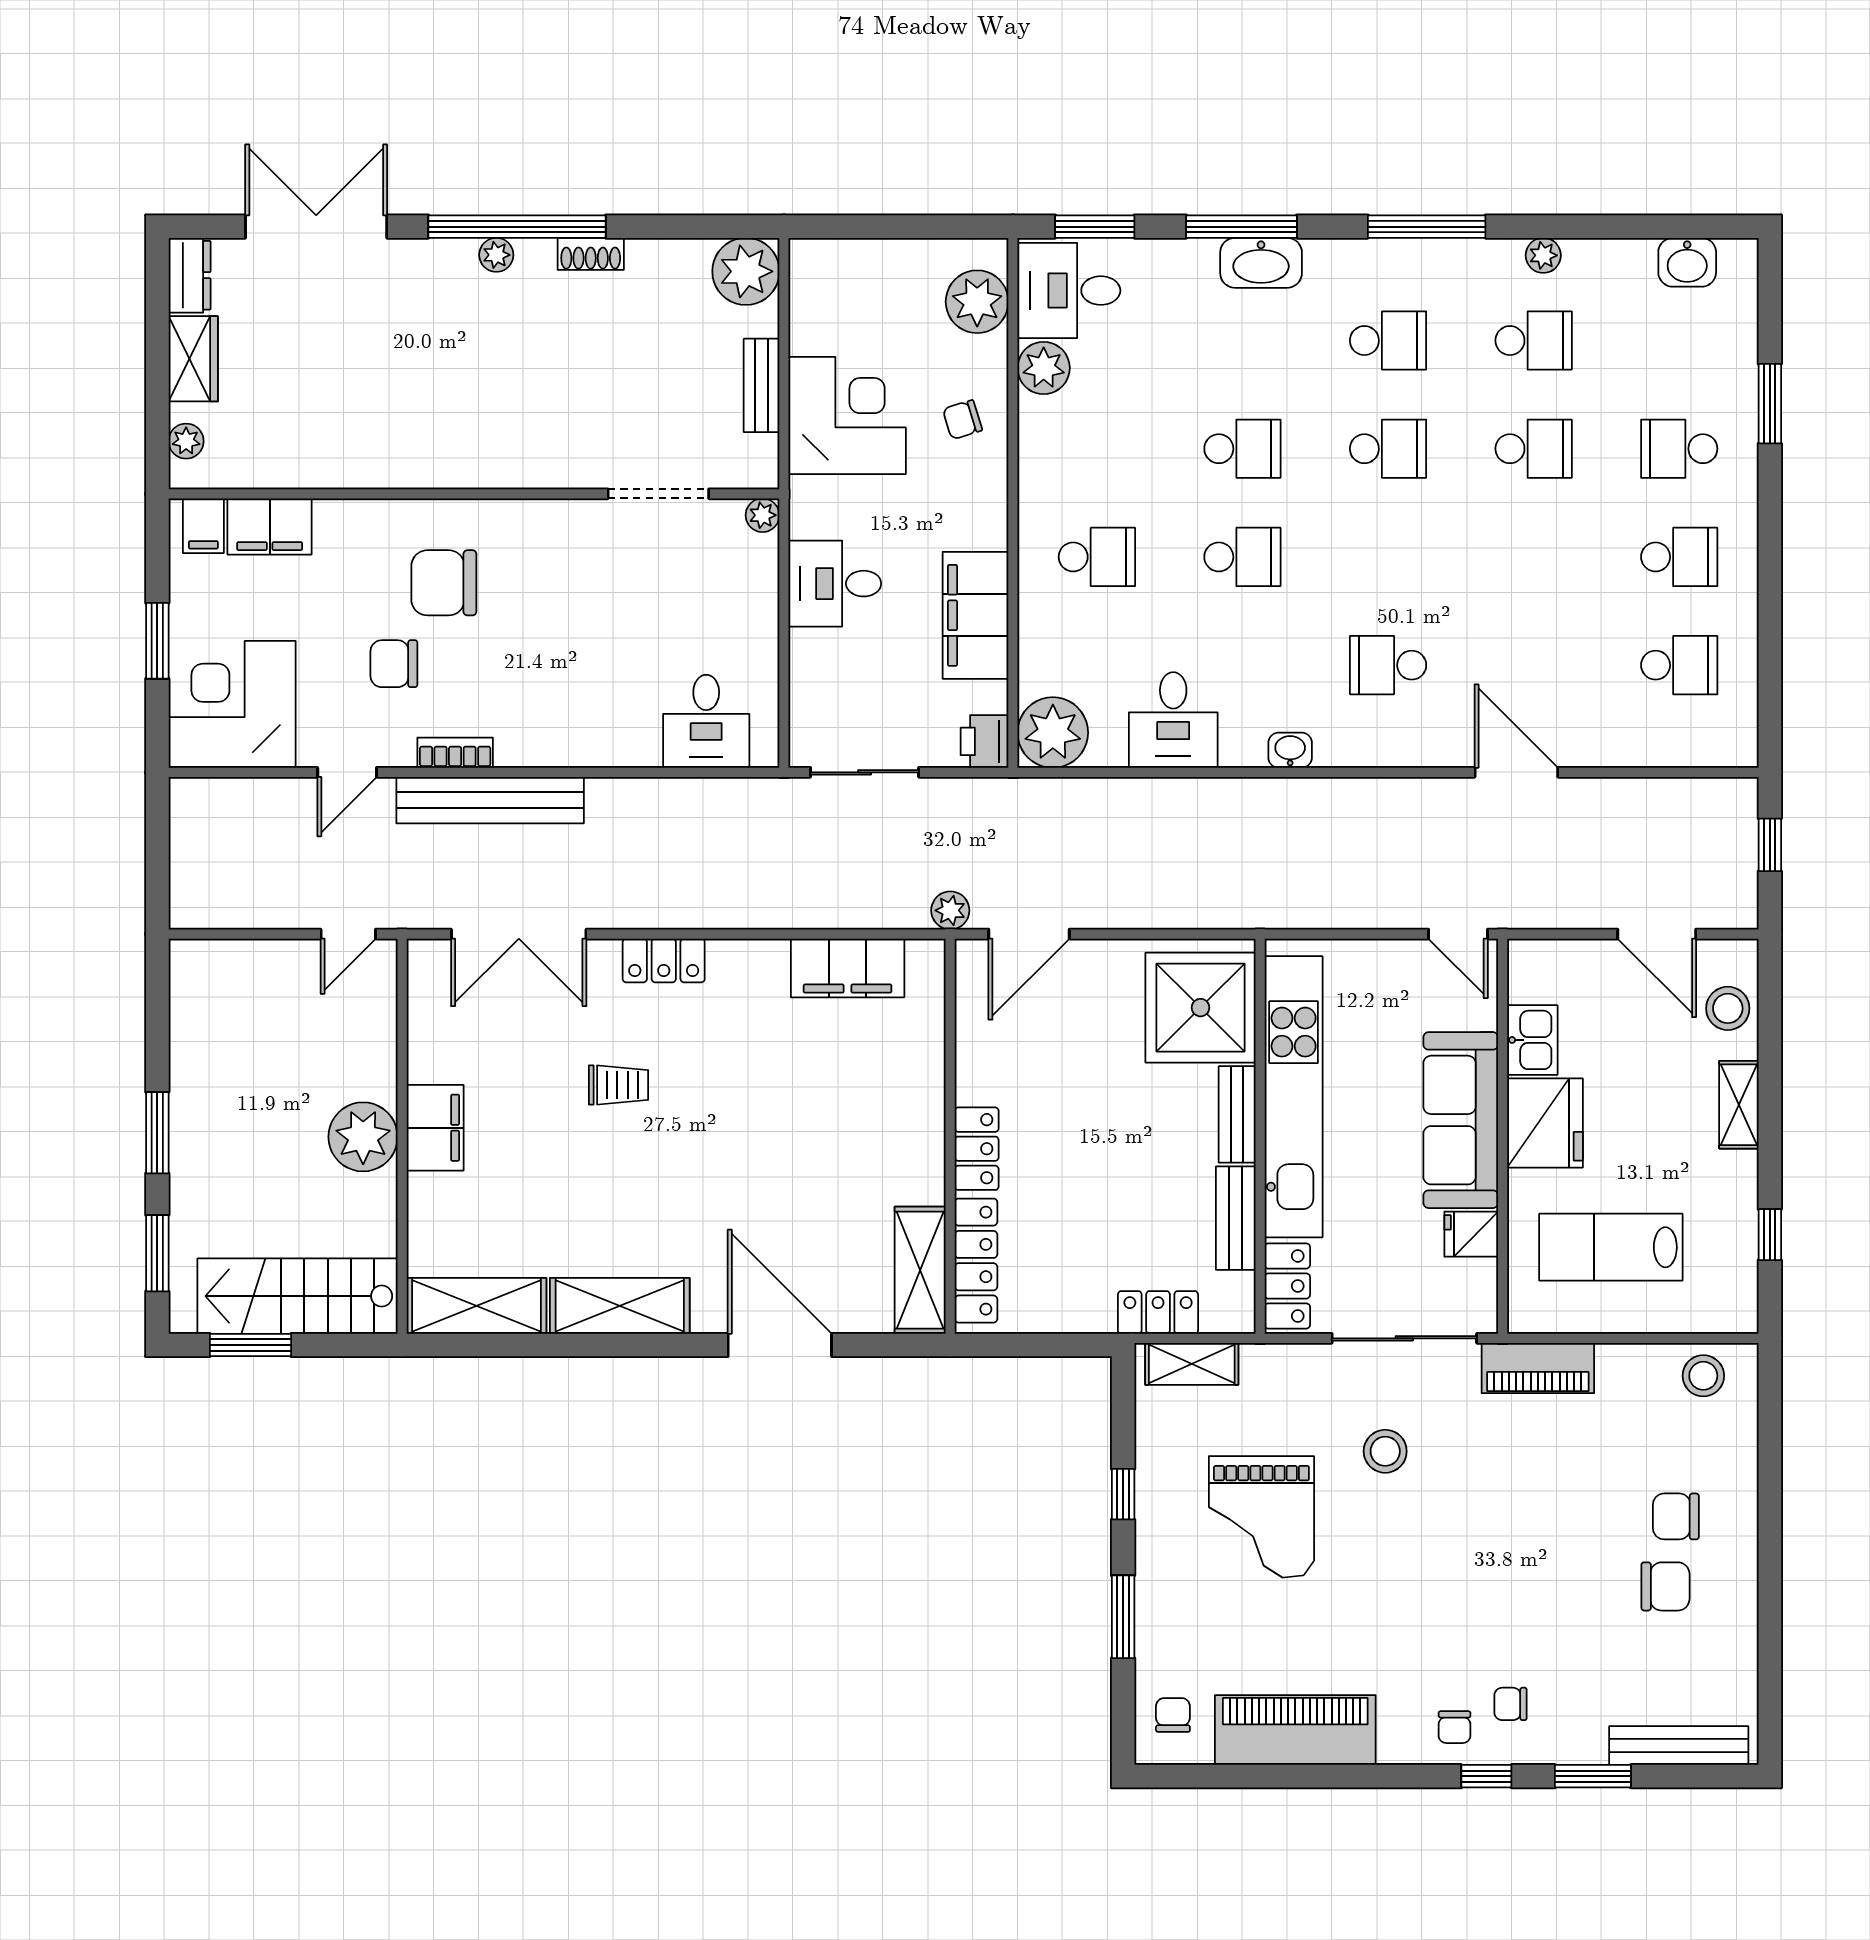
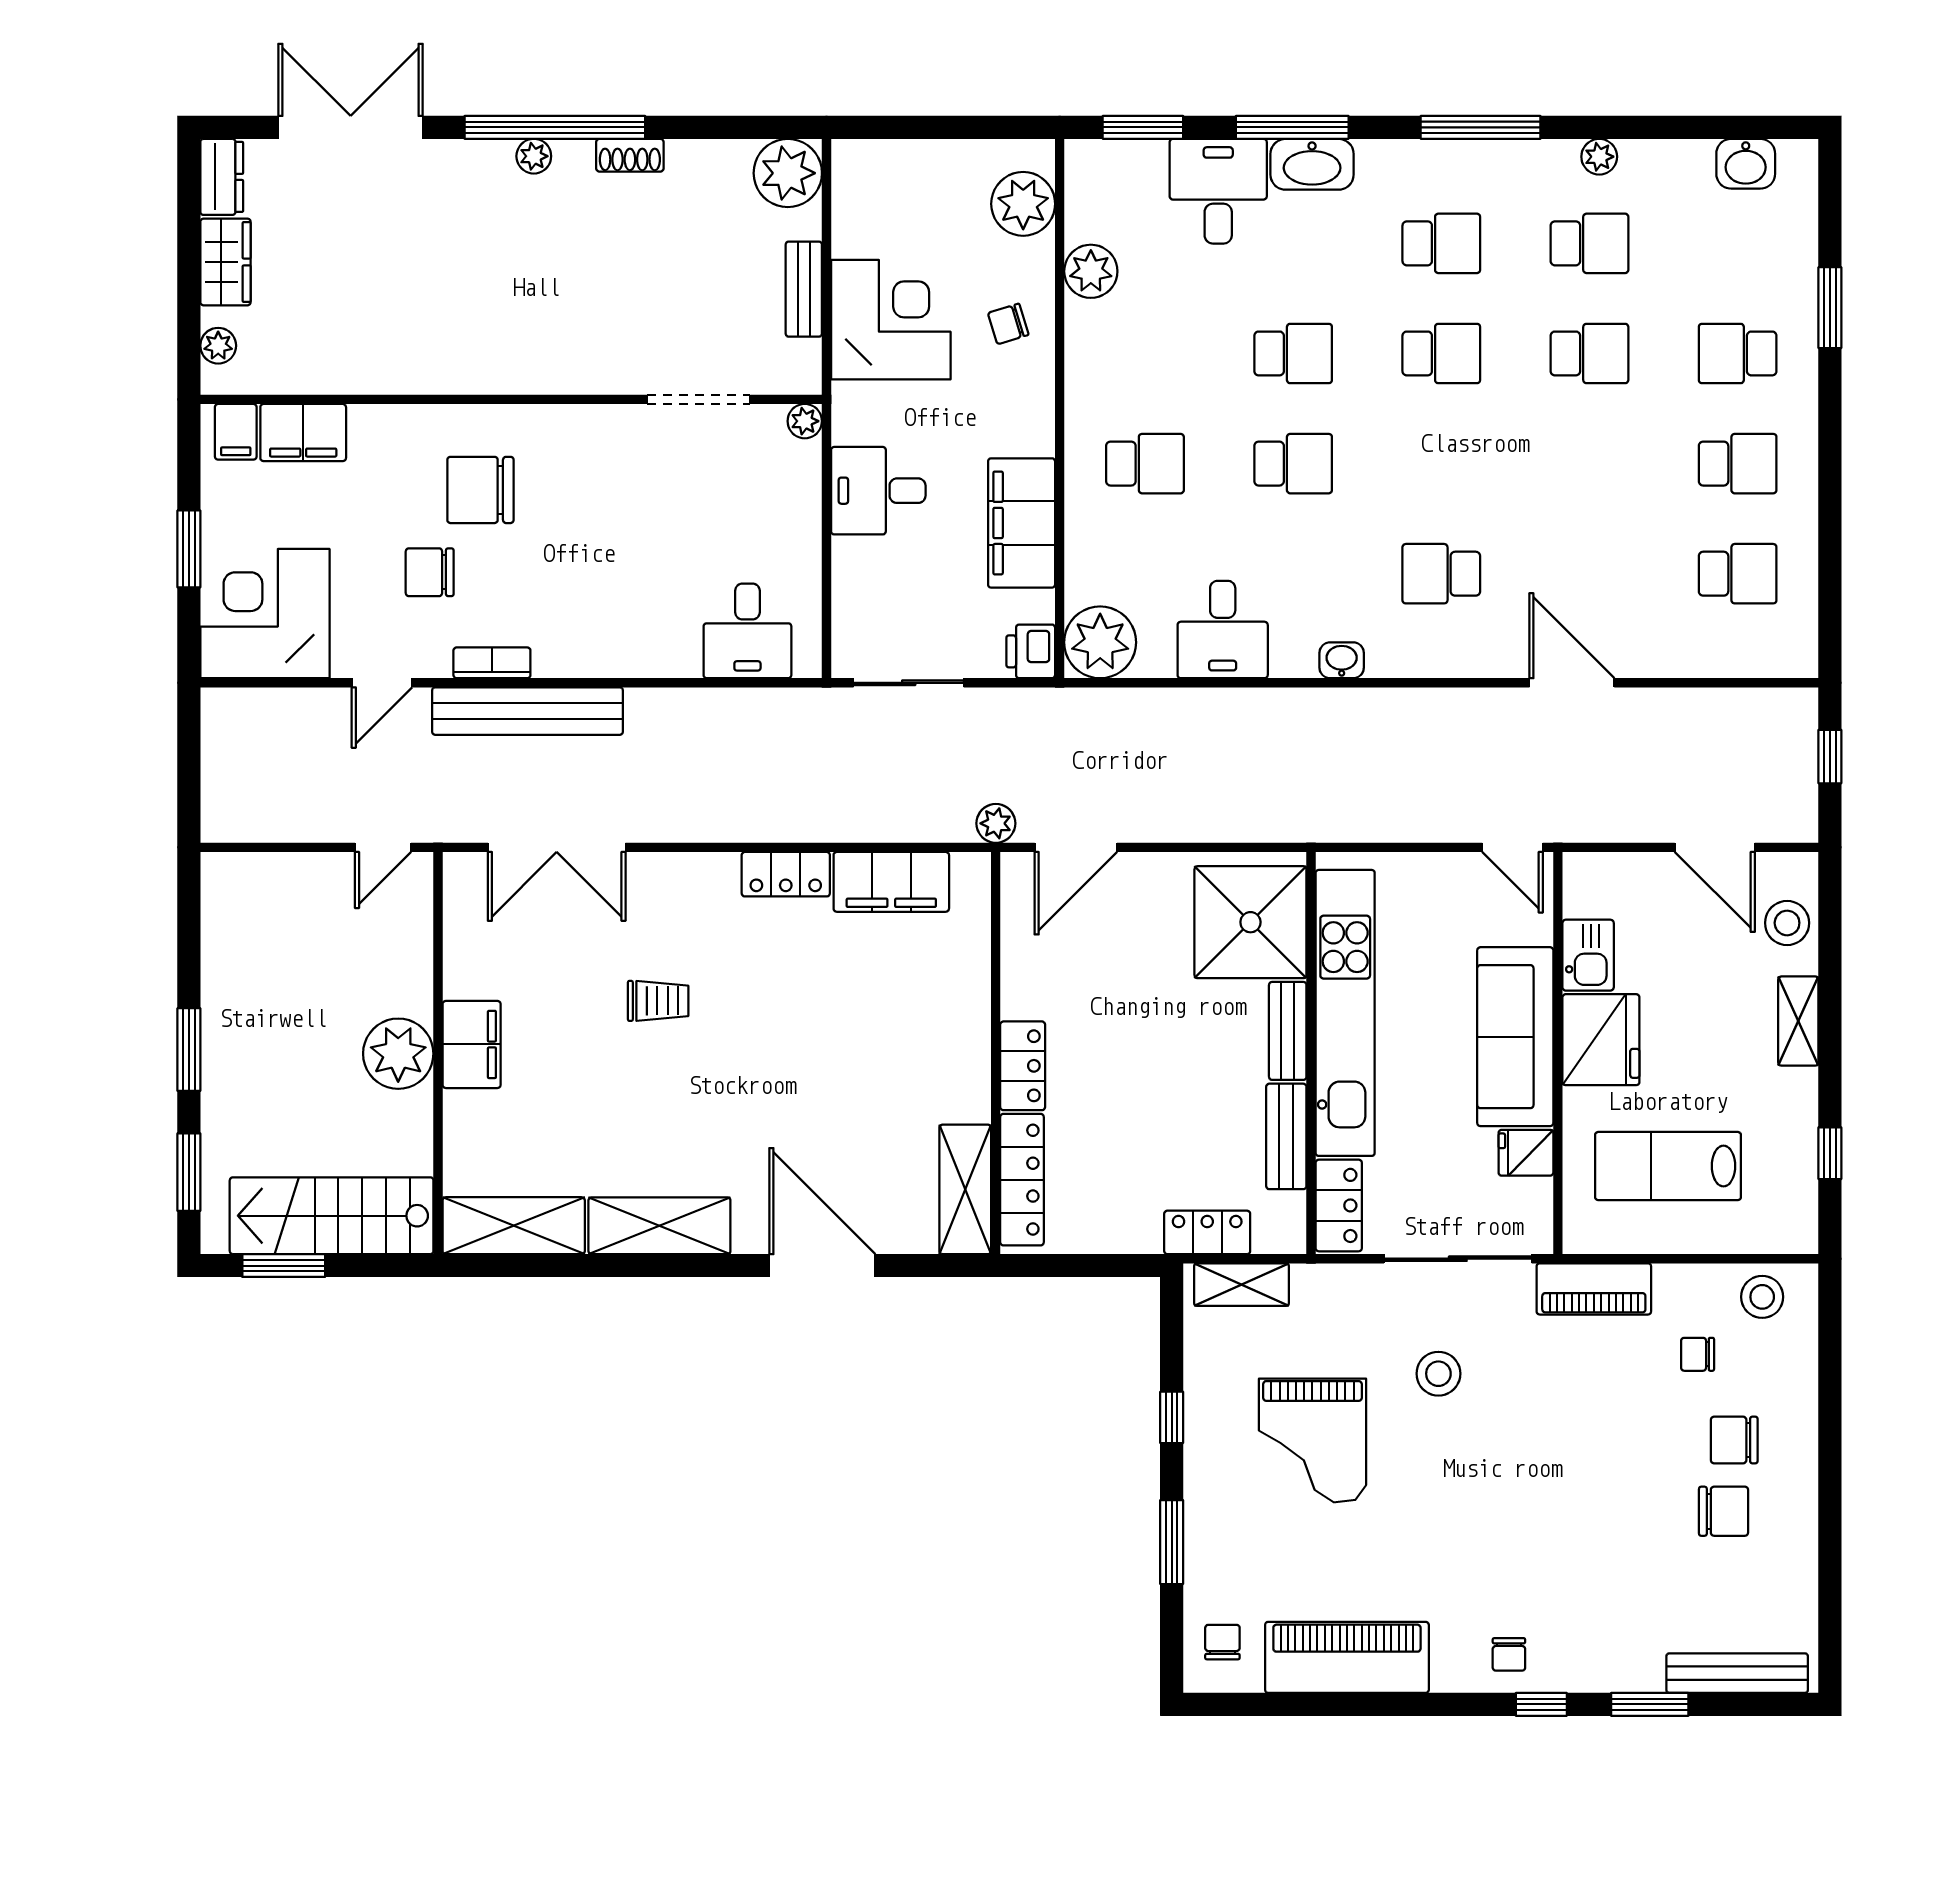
desk: (1069, 291) -> (1218, 191), moved, turned 90
locker: (664, 960) -> (786, 874), moved
chair: (1510, 1704) -> (1698, 1354), moved

